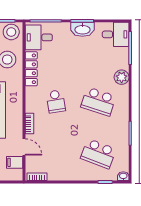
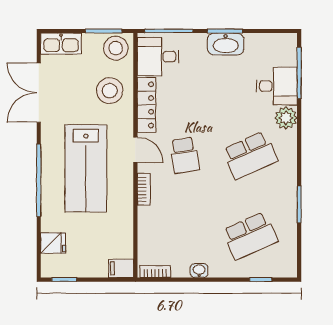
desk: (116, 34) -> (277, 86), moved
school desk: (98, 101) -> (250, 155), turned -42
door: (24, 147) -> (135, 150), moved
school desk: (98, 154) -> (250, 236), turned -45
filing cabinet: (15, 162) -> (121, 268), moved
washbasin: (123, 176) -> (199, 271), moved

